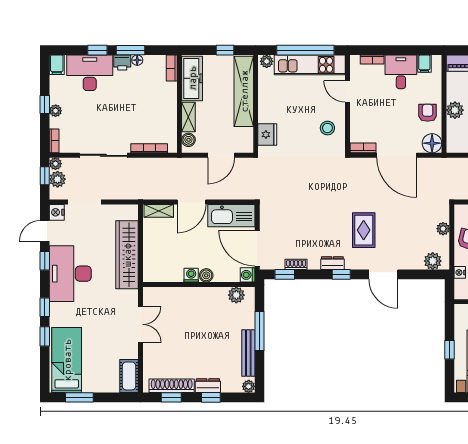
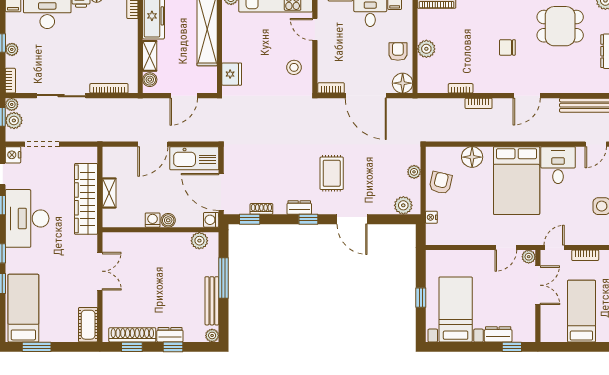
shelving: (159, 211) -> (109, 193), moved, turned 90

